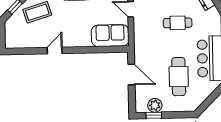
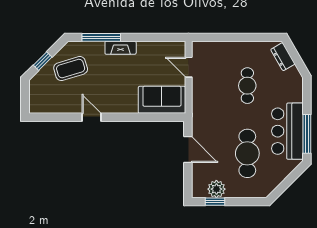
cafe table: (178, 23) -> (247, 86), turned 90
door: (55, 50) -> (92, 117), hinge flipped

